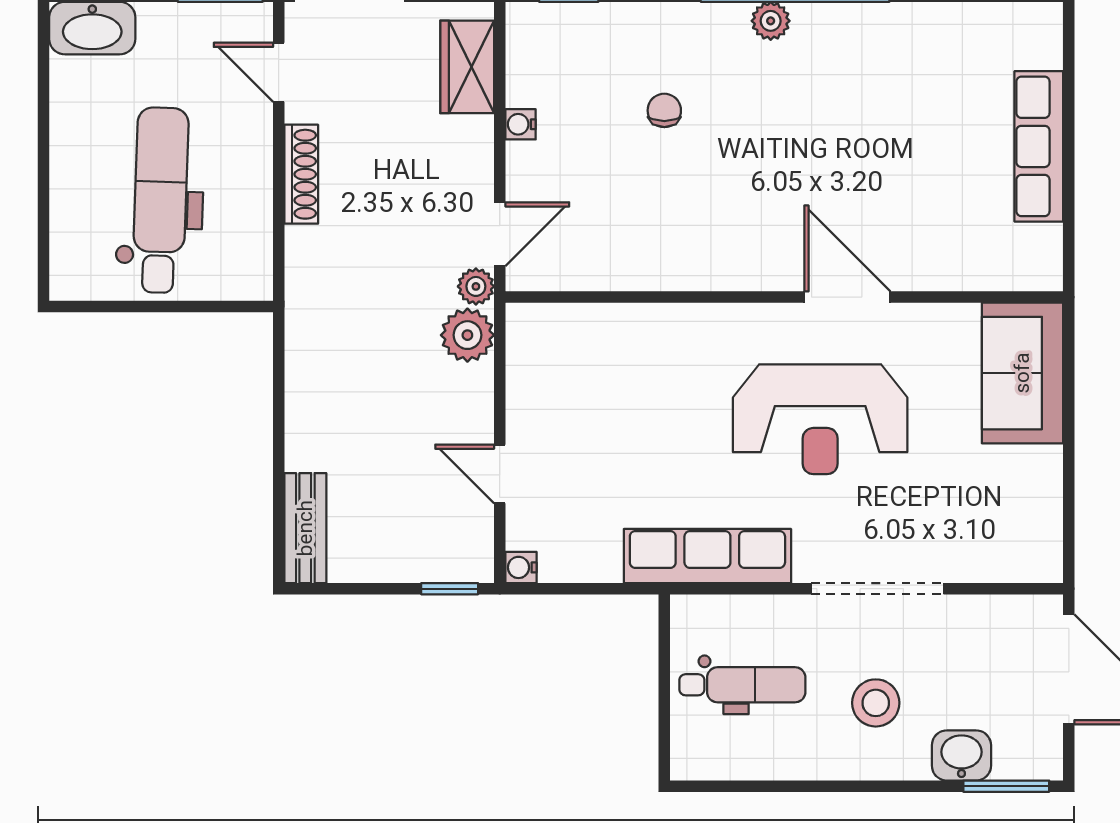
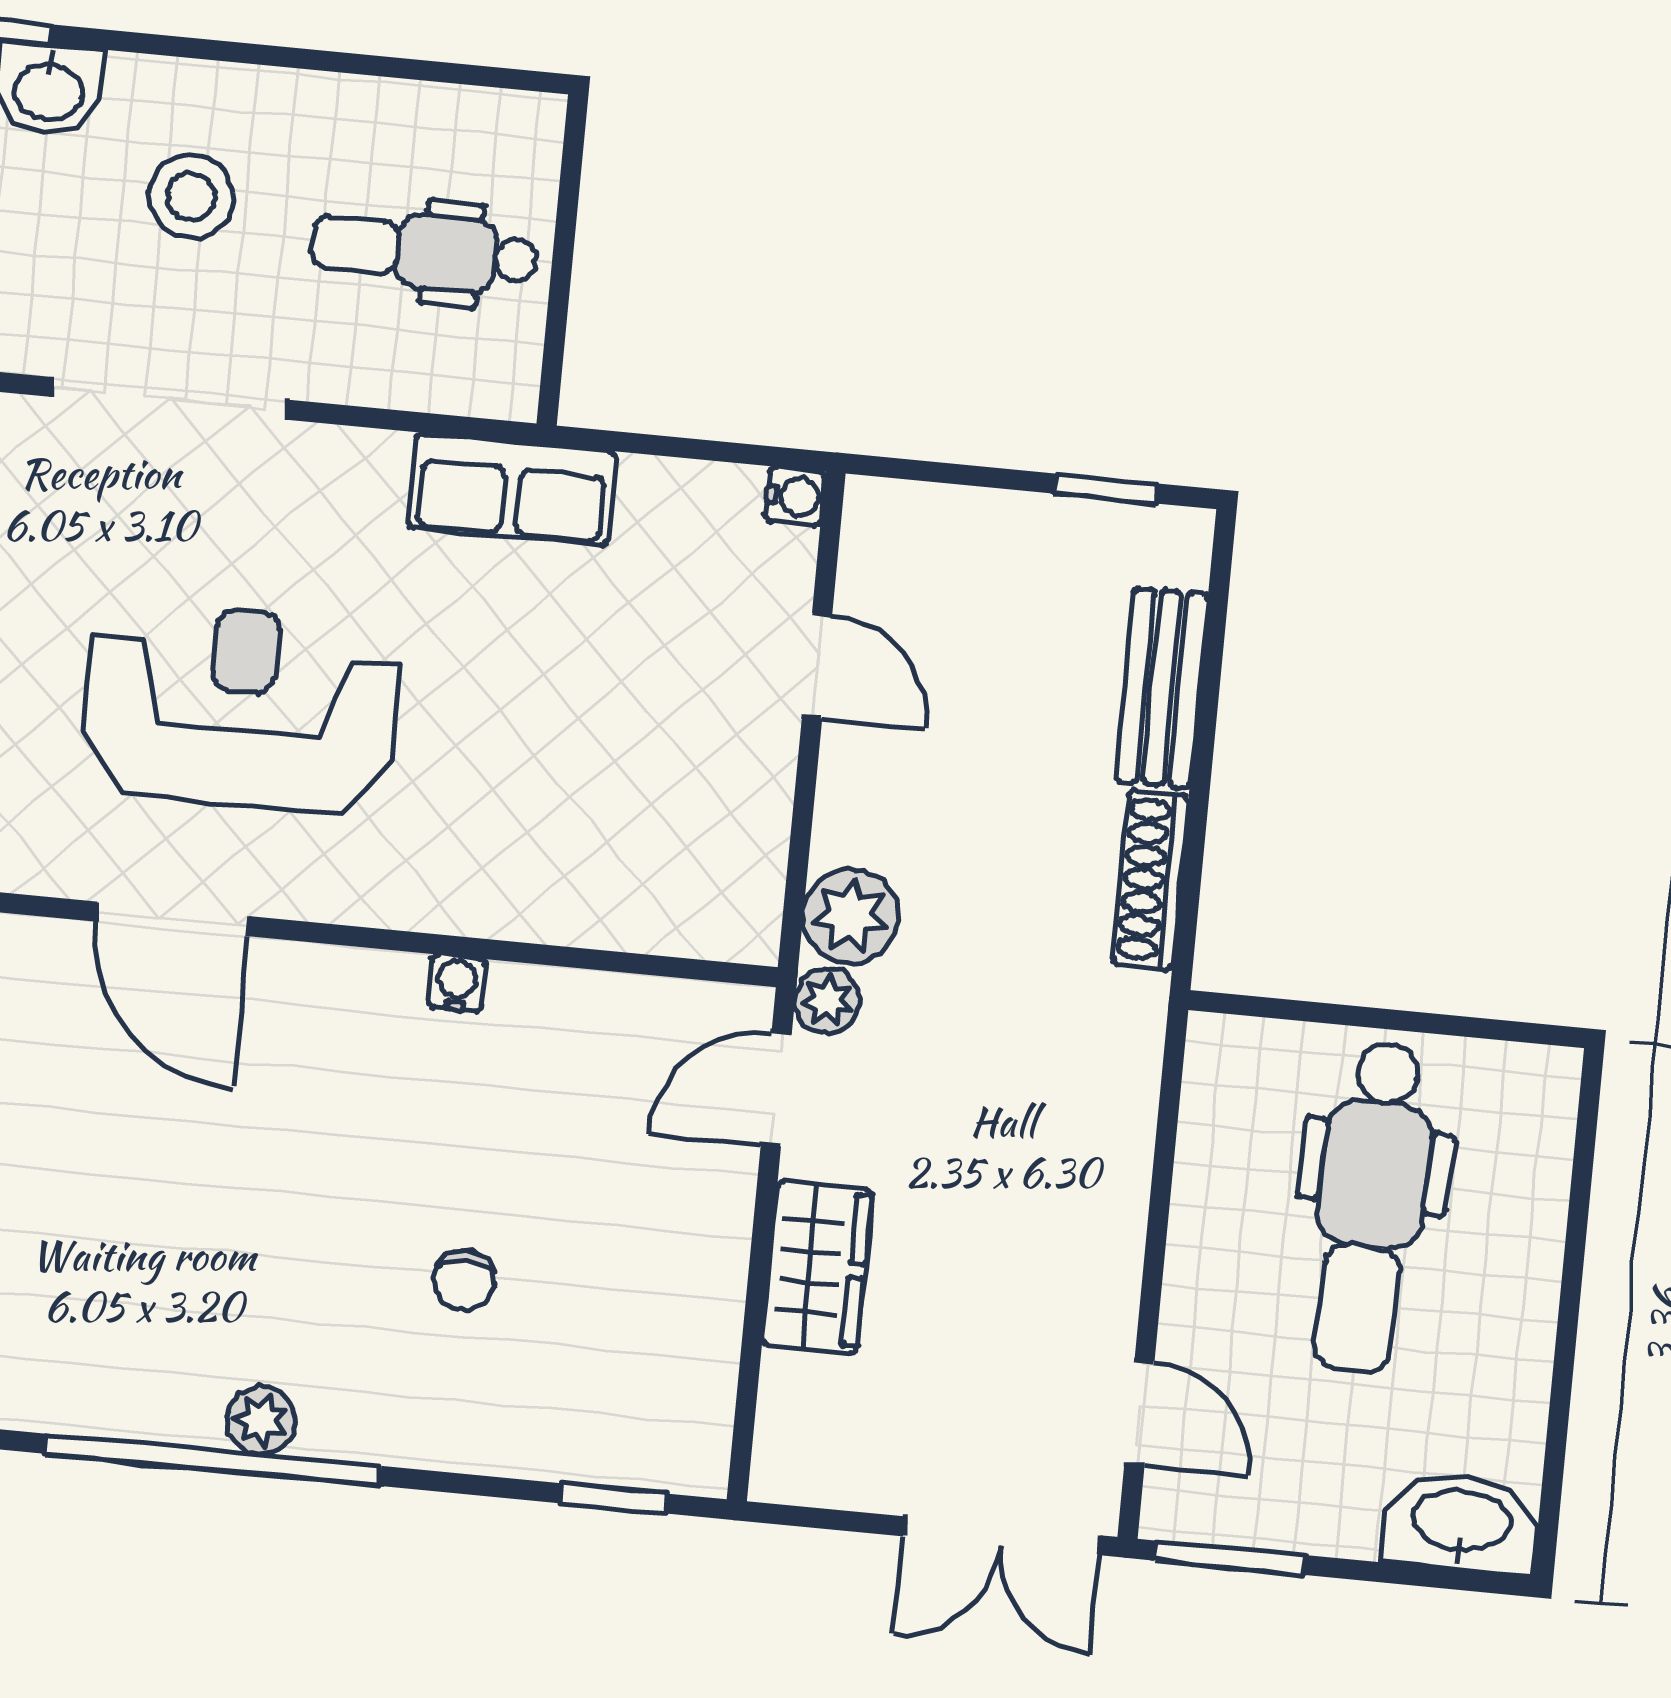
wardrobe: (467, 67) -> (817, 1267), moved
water cooler: (521, 124) -> (457, 983), moved, turned -90
shoe rack: (301, 174) -> (1151, 880), moved
bench: (305, 528) -> (1162, 688), moved
row of seats: (707, 556) -> (512, 490), width x0.68
window: (450, 589) -> (1105, 488), moved

